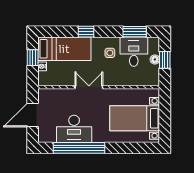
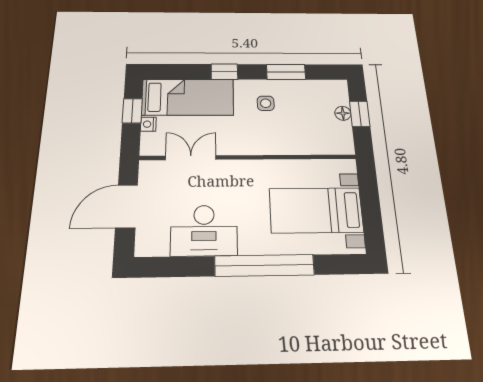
window: (135, 32) -> (286, 72), moved
desk: (134, 52) -> (306, 101), removed
double door: (89, 87) -> (191, 158), moved
window: (79, 148) -> (264, 265), moved

